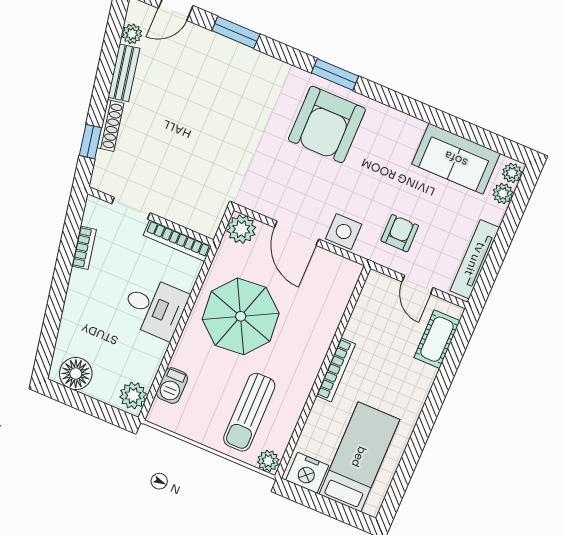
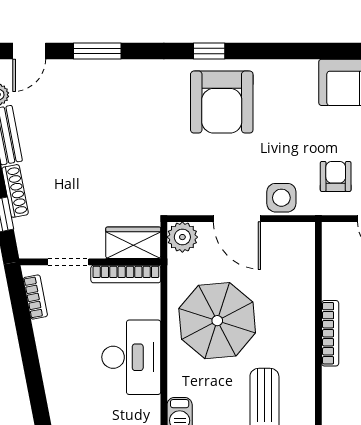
window: (335, 74) -> (209, 51), width x0.67
wardrobe: (196, 216) -> (133, 243), added
bookcase: (84, 248) -> (35, 297), moved
desk: (155, 307) -> (131, 357), width x1.37

